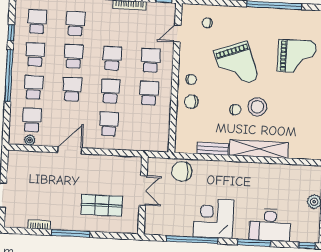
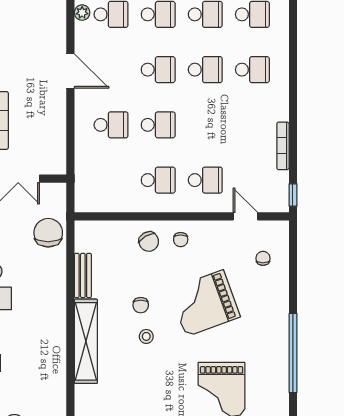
school desk: (112, 58) -> (205, 125), removed
chair: (191, 102) -> (149, 242), turned 150
stool: (257, 107) -> (146, 336), width x0.53, depth x0.53

